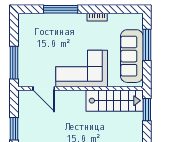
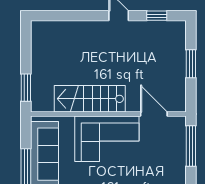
stairs: (115, 101) -> (90, 99), moved

